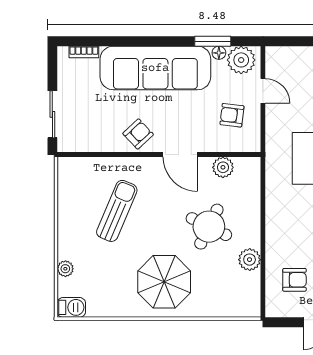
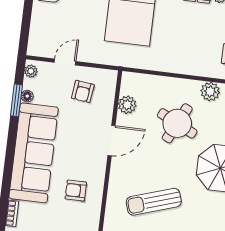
plant: (241, 60) -> (31, 71), width x0.53, depth x0.53
armchair: (138, 134) -> (76, 191), moved, turned -47
sun lounger: (117, 211) -> (154, 202), turned -41

